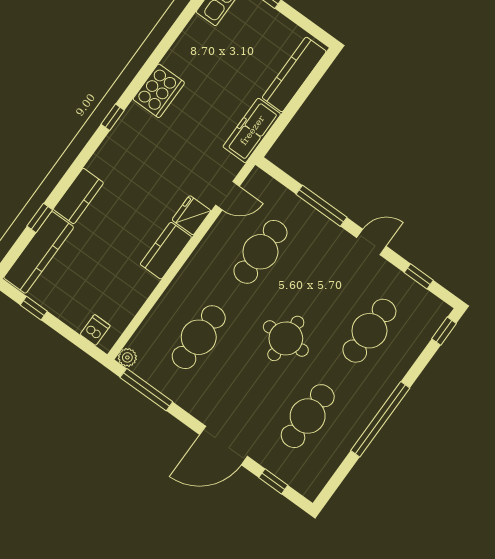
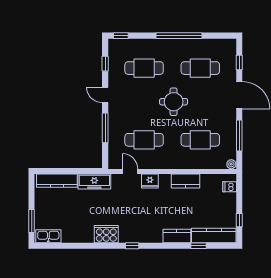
kitchen counter: (166, 251) -> (186, 181), moved
window: (146, 390) -> (239, 136), moved

